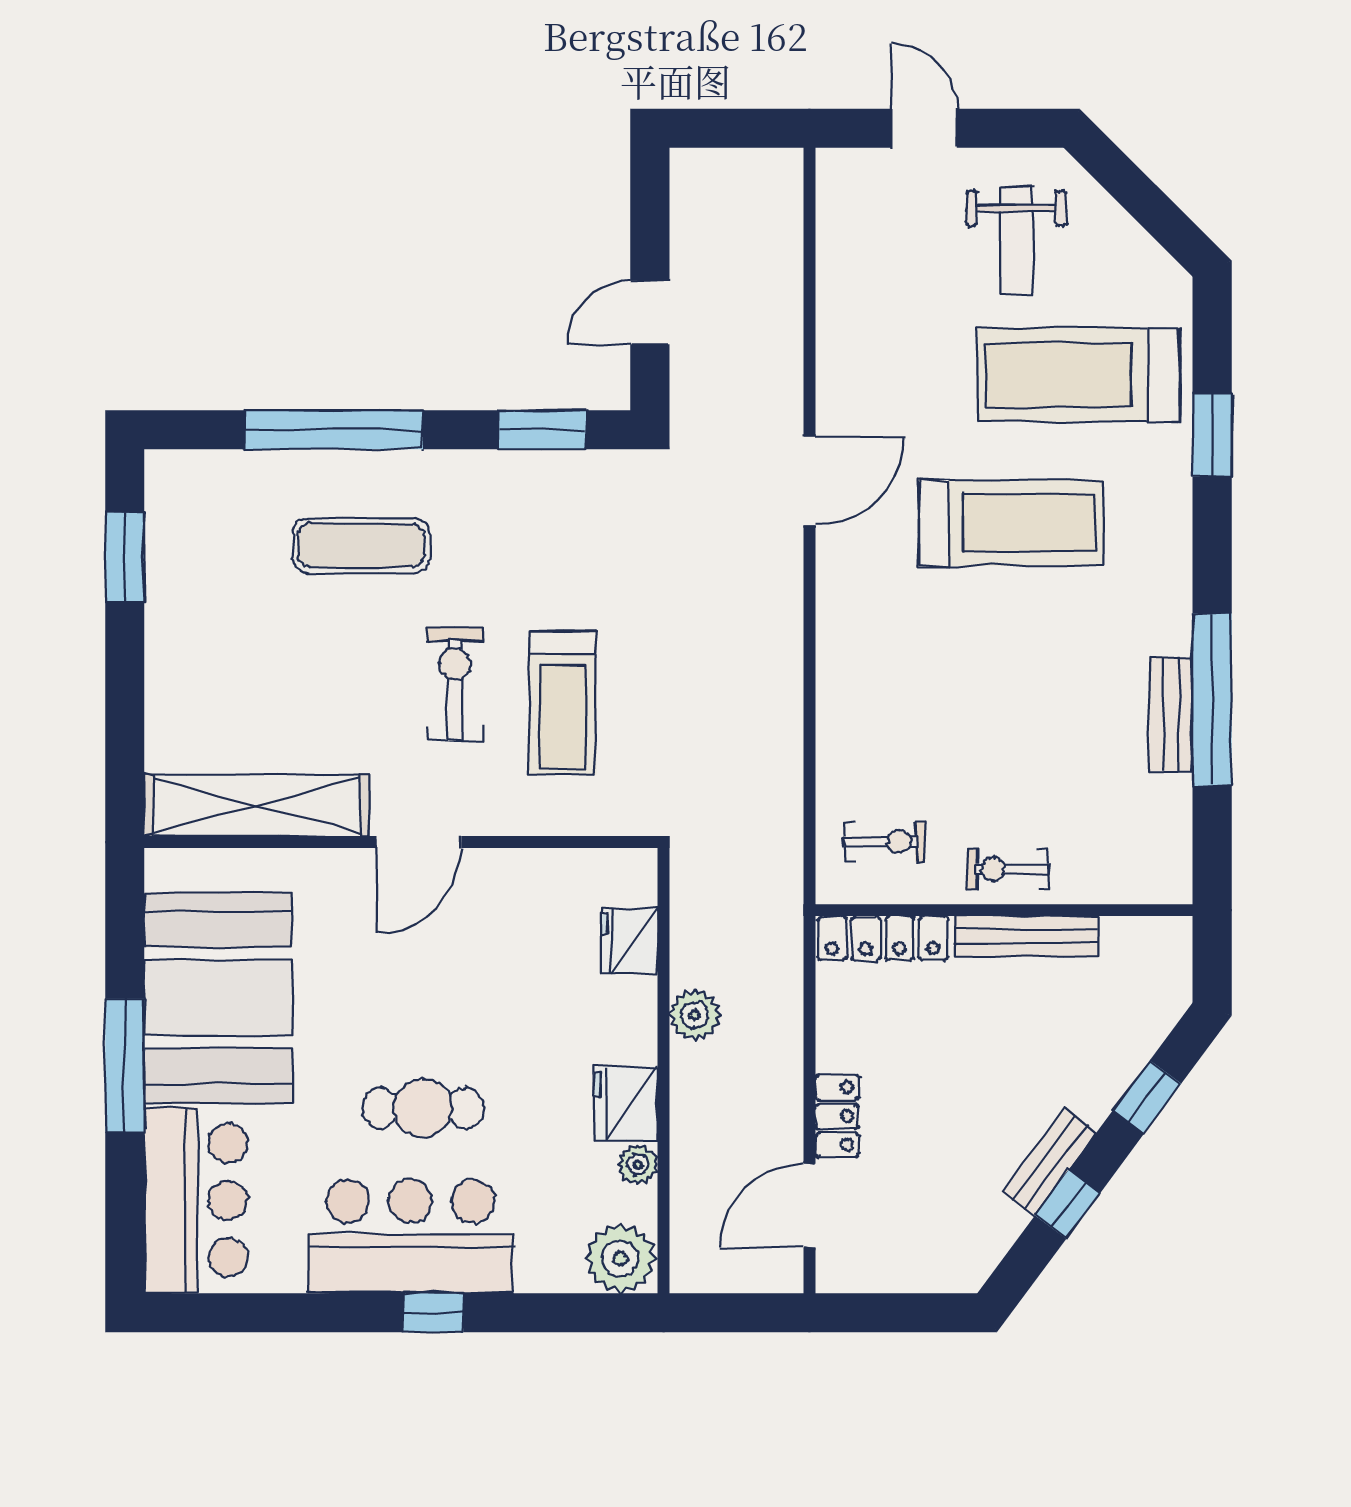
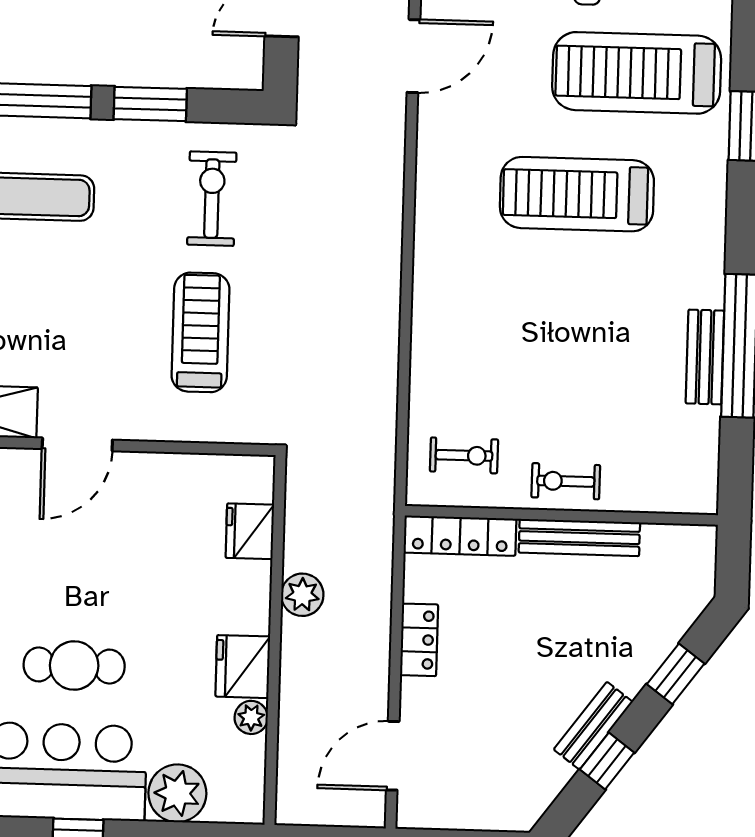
window: (542, 430) -> (150, 104), moved
door: (809, 481) -> (413, 56), moved
treadmill: (1011, 523) -> (577, 194), turned 180
exercise bike: (455, 684) -> (212, 199), moved
treadmill: (563, 703) -> (200, 332), turned 180
locker: (837, 1116) -> (419, 640), moved
plant: (620, 1258) -> (177, 793), moved

